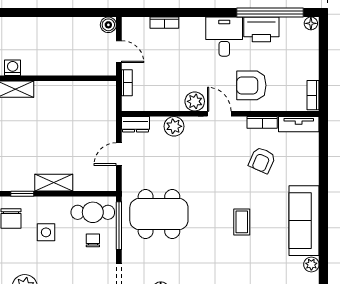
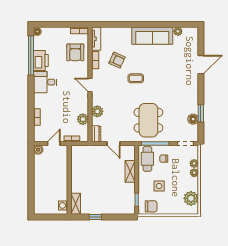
armchair: (251, 85) -> (75, 52), moved
plant: (195, 101) -> (83, 119), moved
door: (219, 114) -> (90, 85), hinge flipped
shelving: (54, 183) -> (130, 171), moved
coffee table: (242, 222) -> (136, 78), moved

